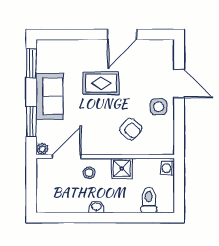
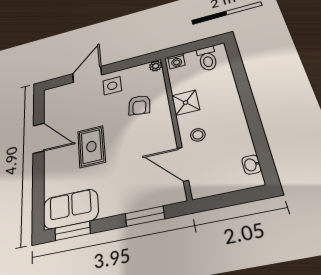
sofa: (49, 96) -> (71, 209), moved
armchair: (131, 129) -> (139, 105), turned 147
plant: (42, 149) -> (156, 66), moved
toilet: (149, 200) -> (207, 59), moved, turned -90
washbasin: (96, 207) -> (251, 165), moved

